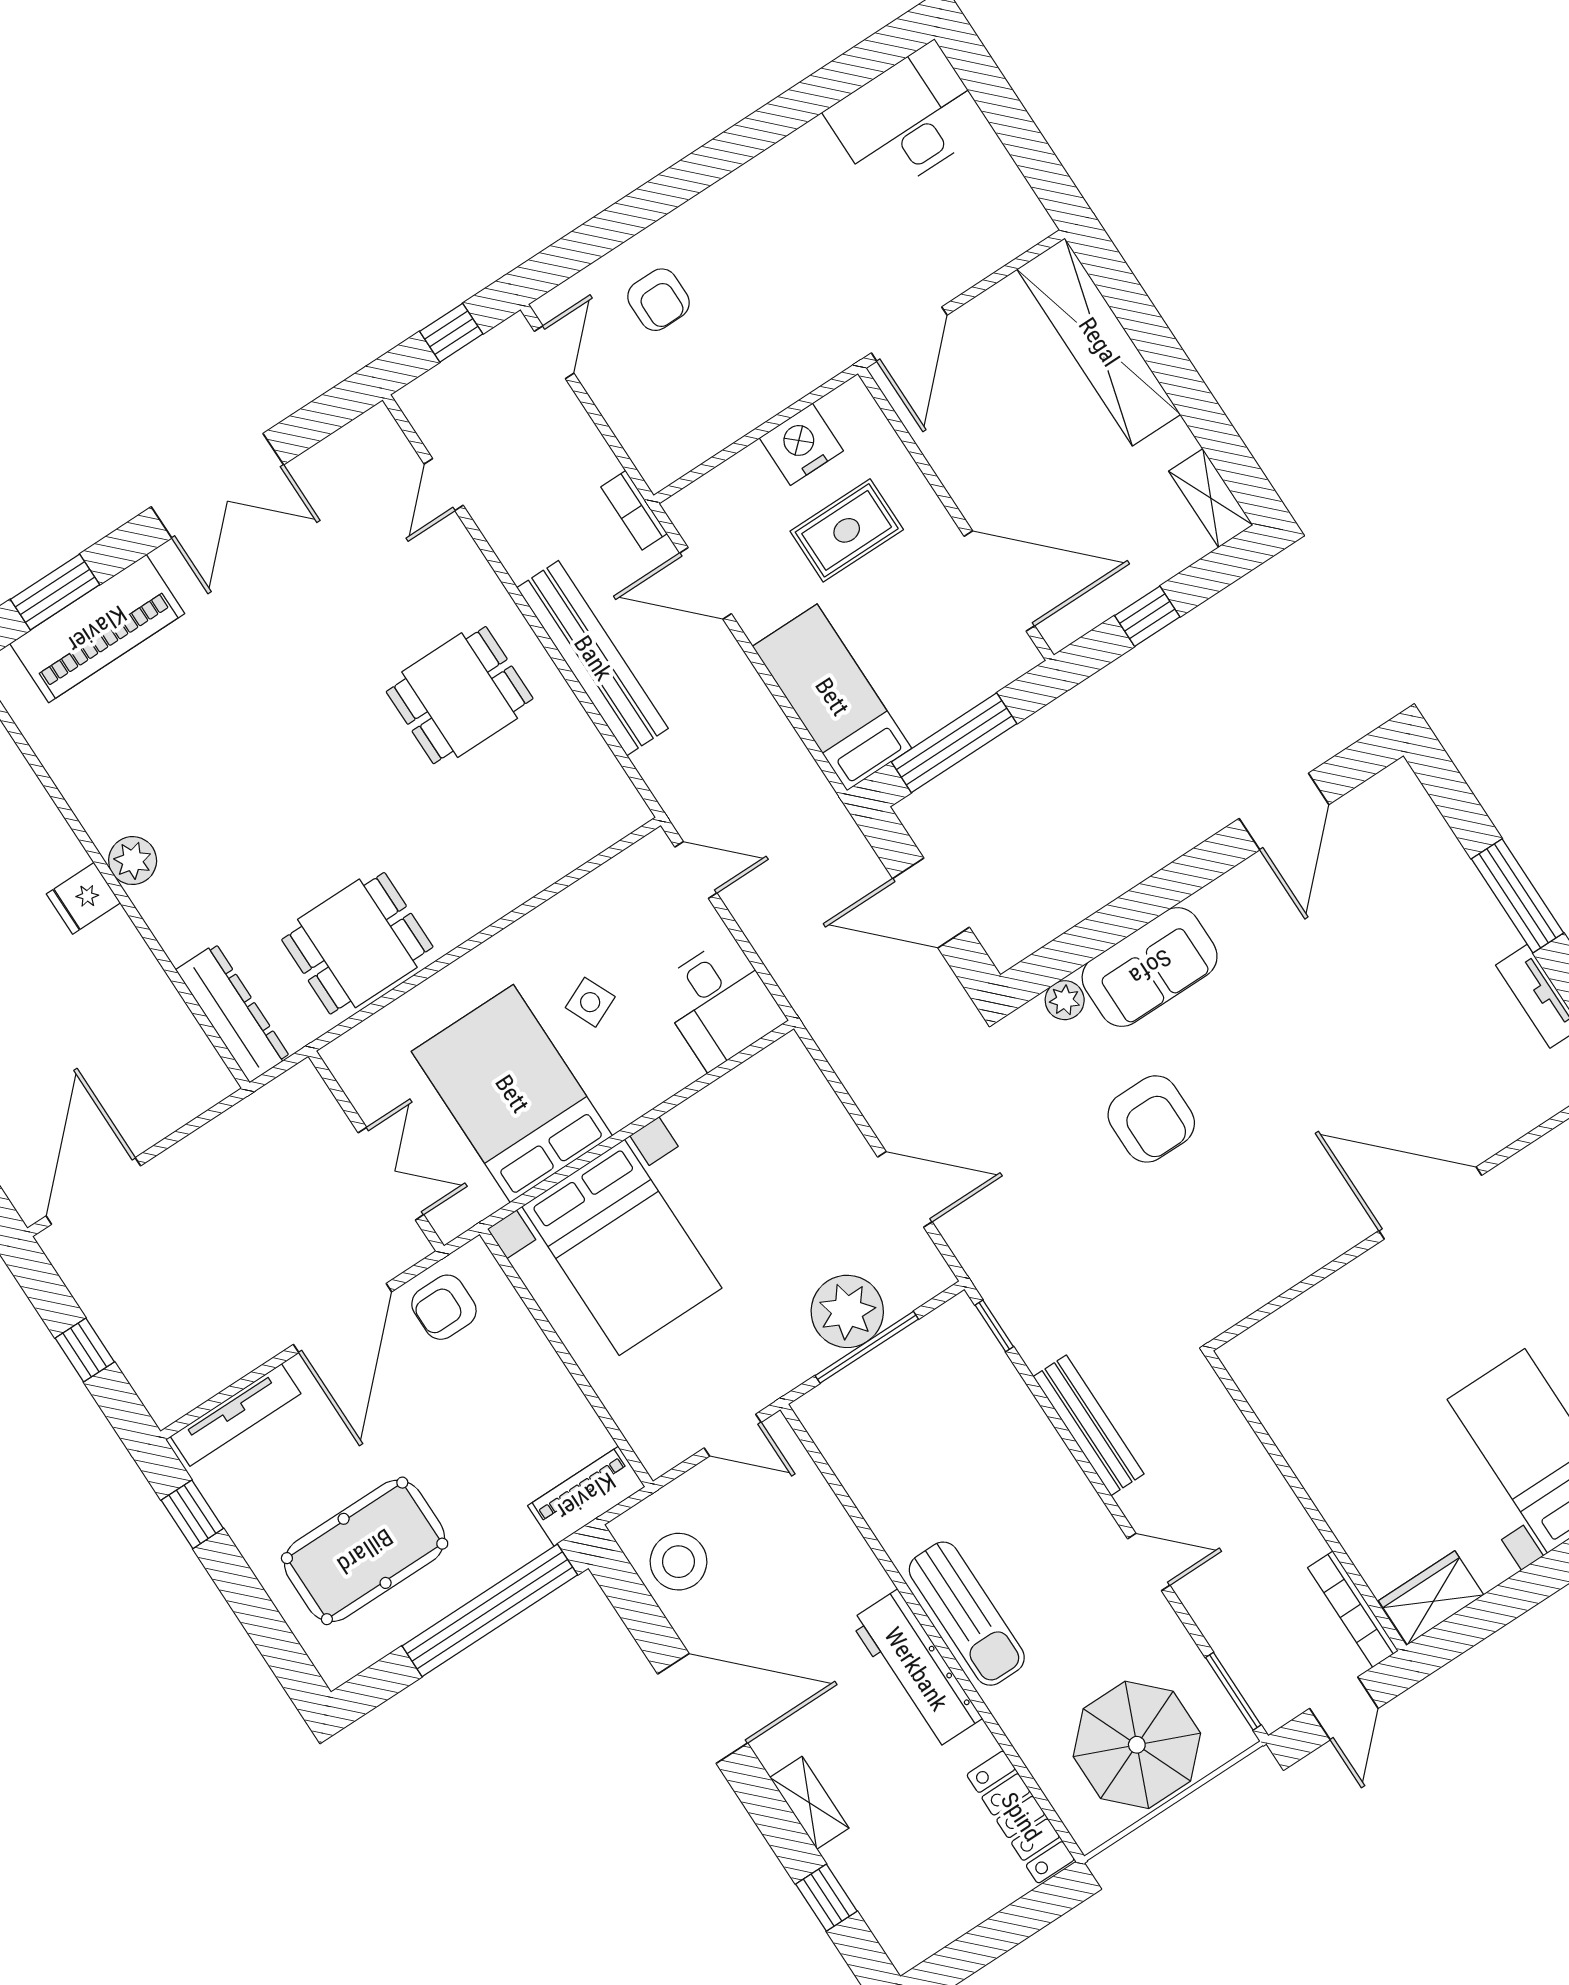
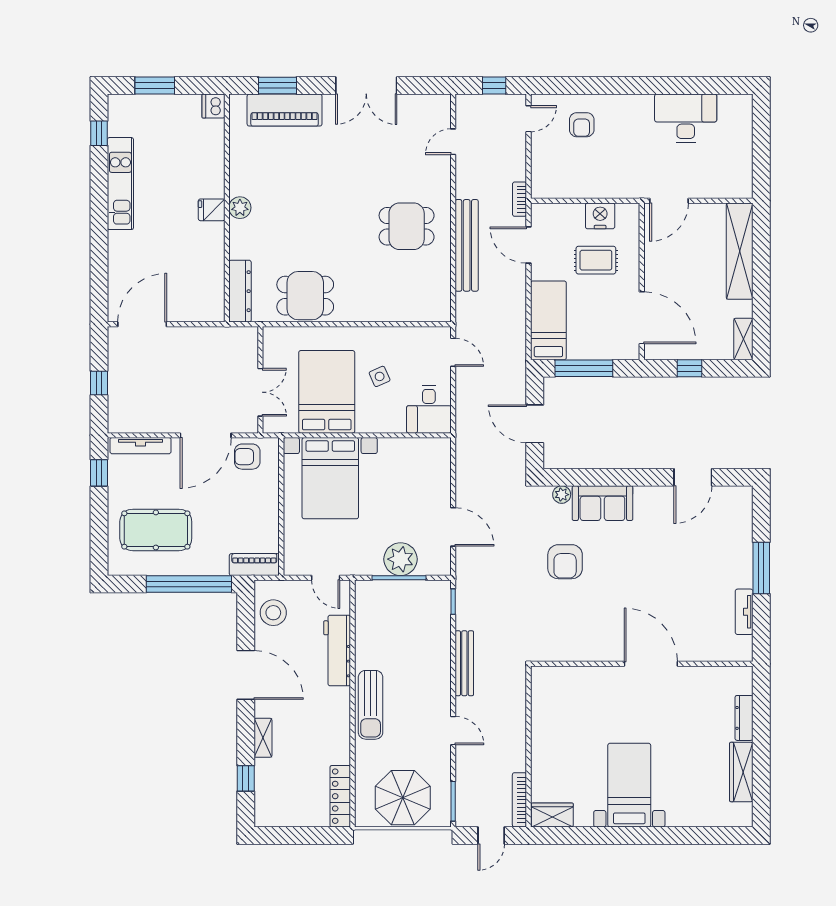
desk: (907, 120) -> (686, 118), moved
workbench: (916, 1669) -> (337, 651), moved

